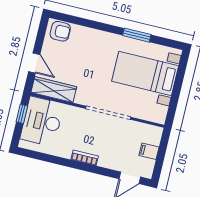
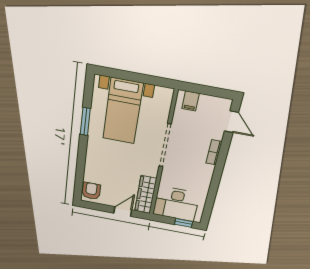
window: (22, 114) -> (184, 223), moved
filing cabinet: (149, 151) -> (191, 101), moved
bookcase: (85, 158) -> (214, 152), moved

